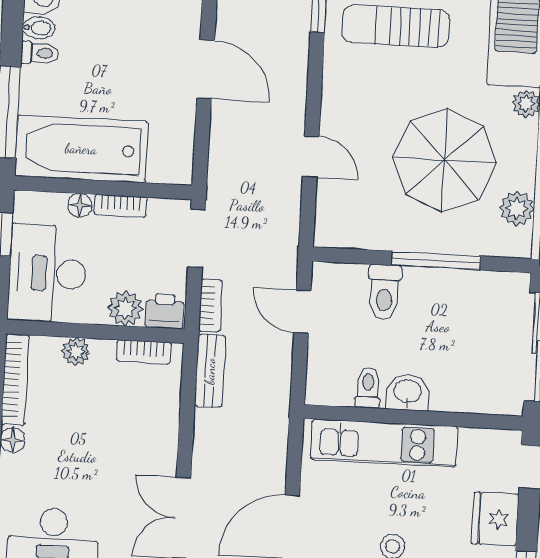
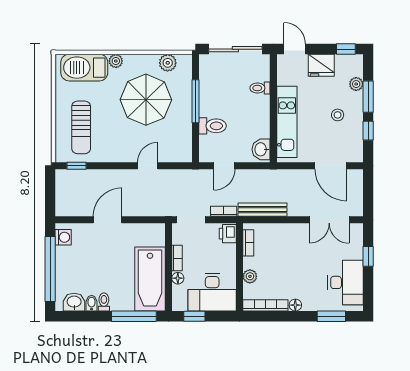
plant: (125, 308) -> (227, 253), removed
bench: (210, 371) -> (262, 210), width x1.36
toilet: (368, 388) -> (260, 88), moved
washbasin: (408, 392) -> (261, 149), moved

